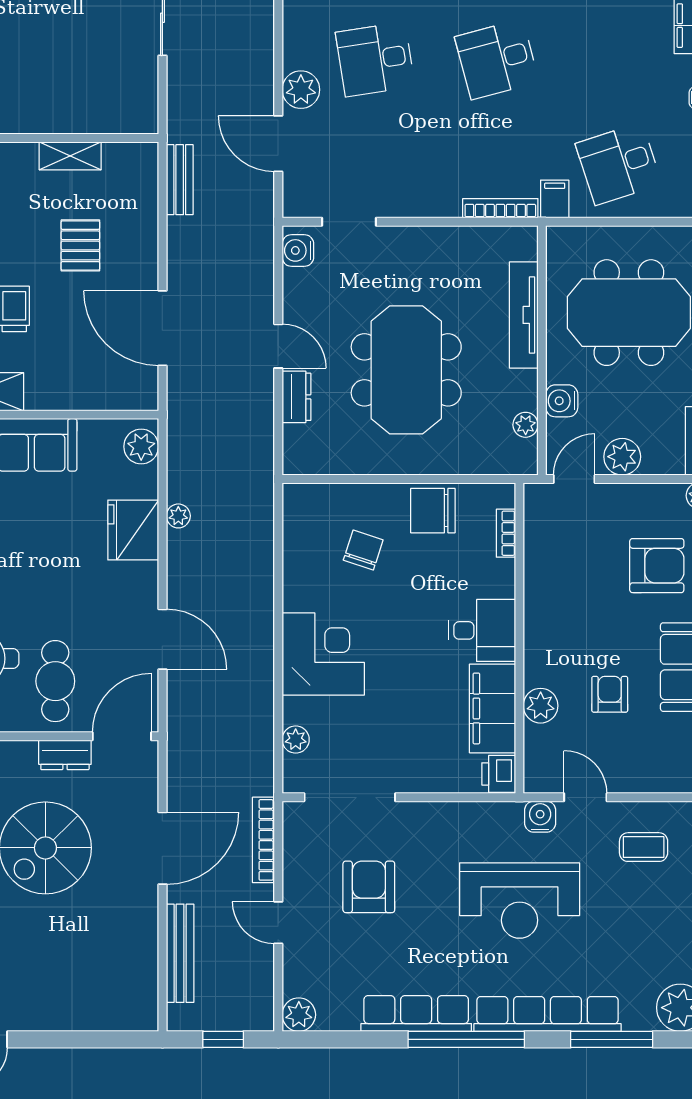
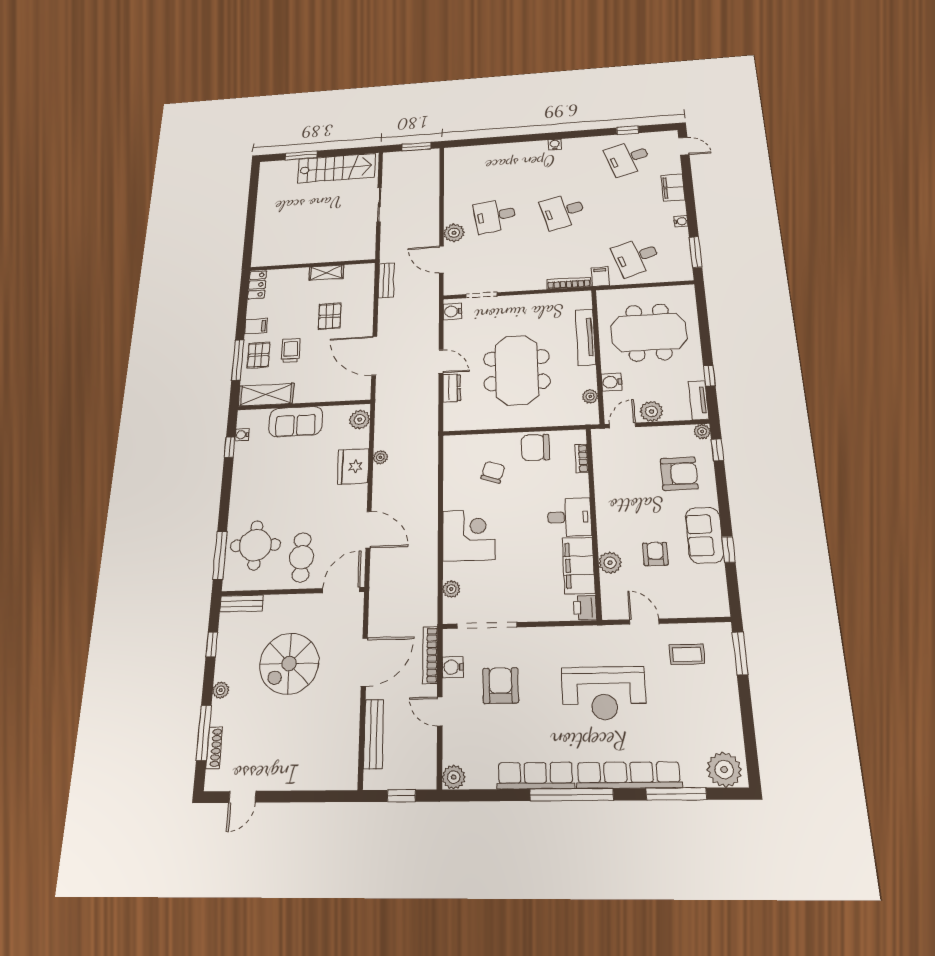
dresser: (65, 755) -> (305, 603), removed
water cooler: (540, 817) -> (453, 667), moved, turned -90

